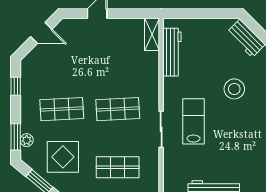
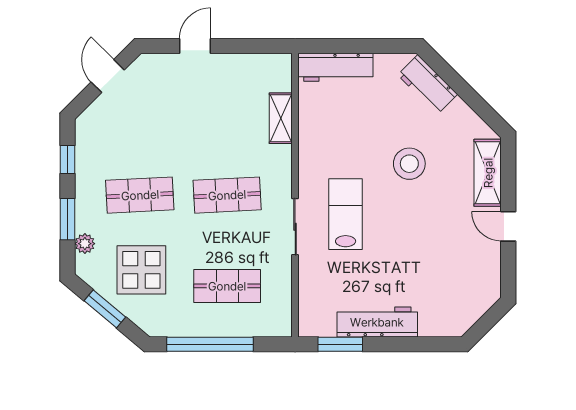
door: (41, 33) -> (108, 76), swing flipped
shelving: (152, 34) -> (281, 118), moved
workbench: (172, 52) -> (335, 67), moved, turned 90
window: (16, 137) -> (68, 219), moved

